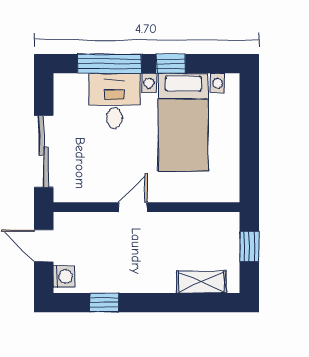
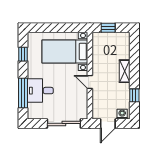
window: (171, 64) -> (23, 54), moved
bed with nightstands: (183, 122) -> (65, 51), moved, turned 180
shelving: (201, 282) -> (125, 71), moved

